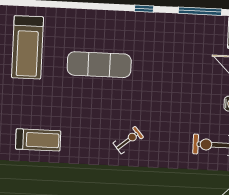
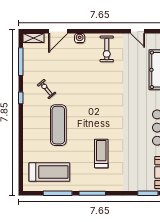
treadmill: (38, 140) -> (101, 153), moved
exercise bike: (128, 140) -> (46, 89), moved

